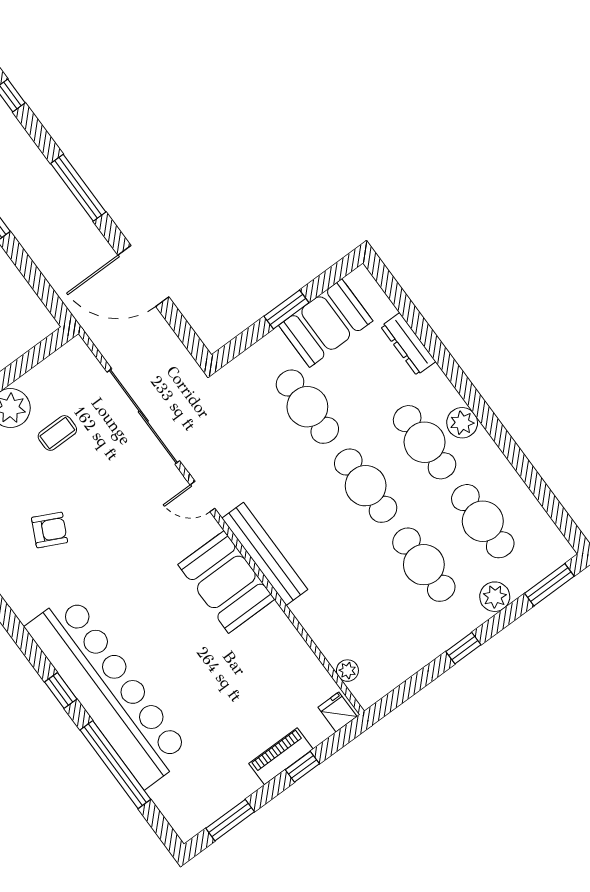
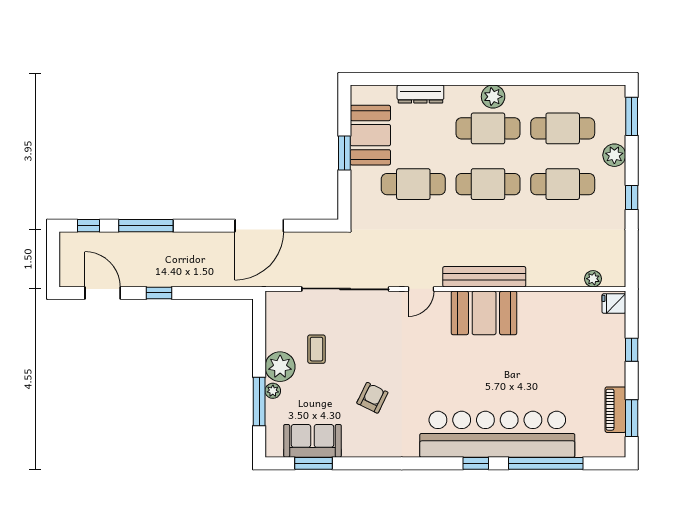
window: (78, 188) -> (146, 226), moved
piano: (281, 756) -> (615, 410), moved

